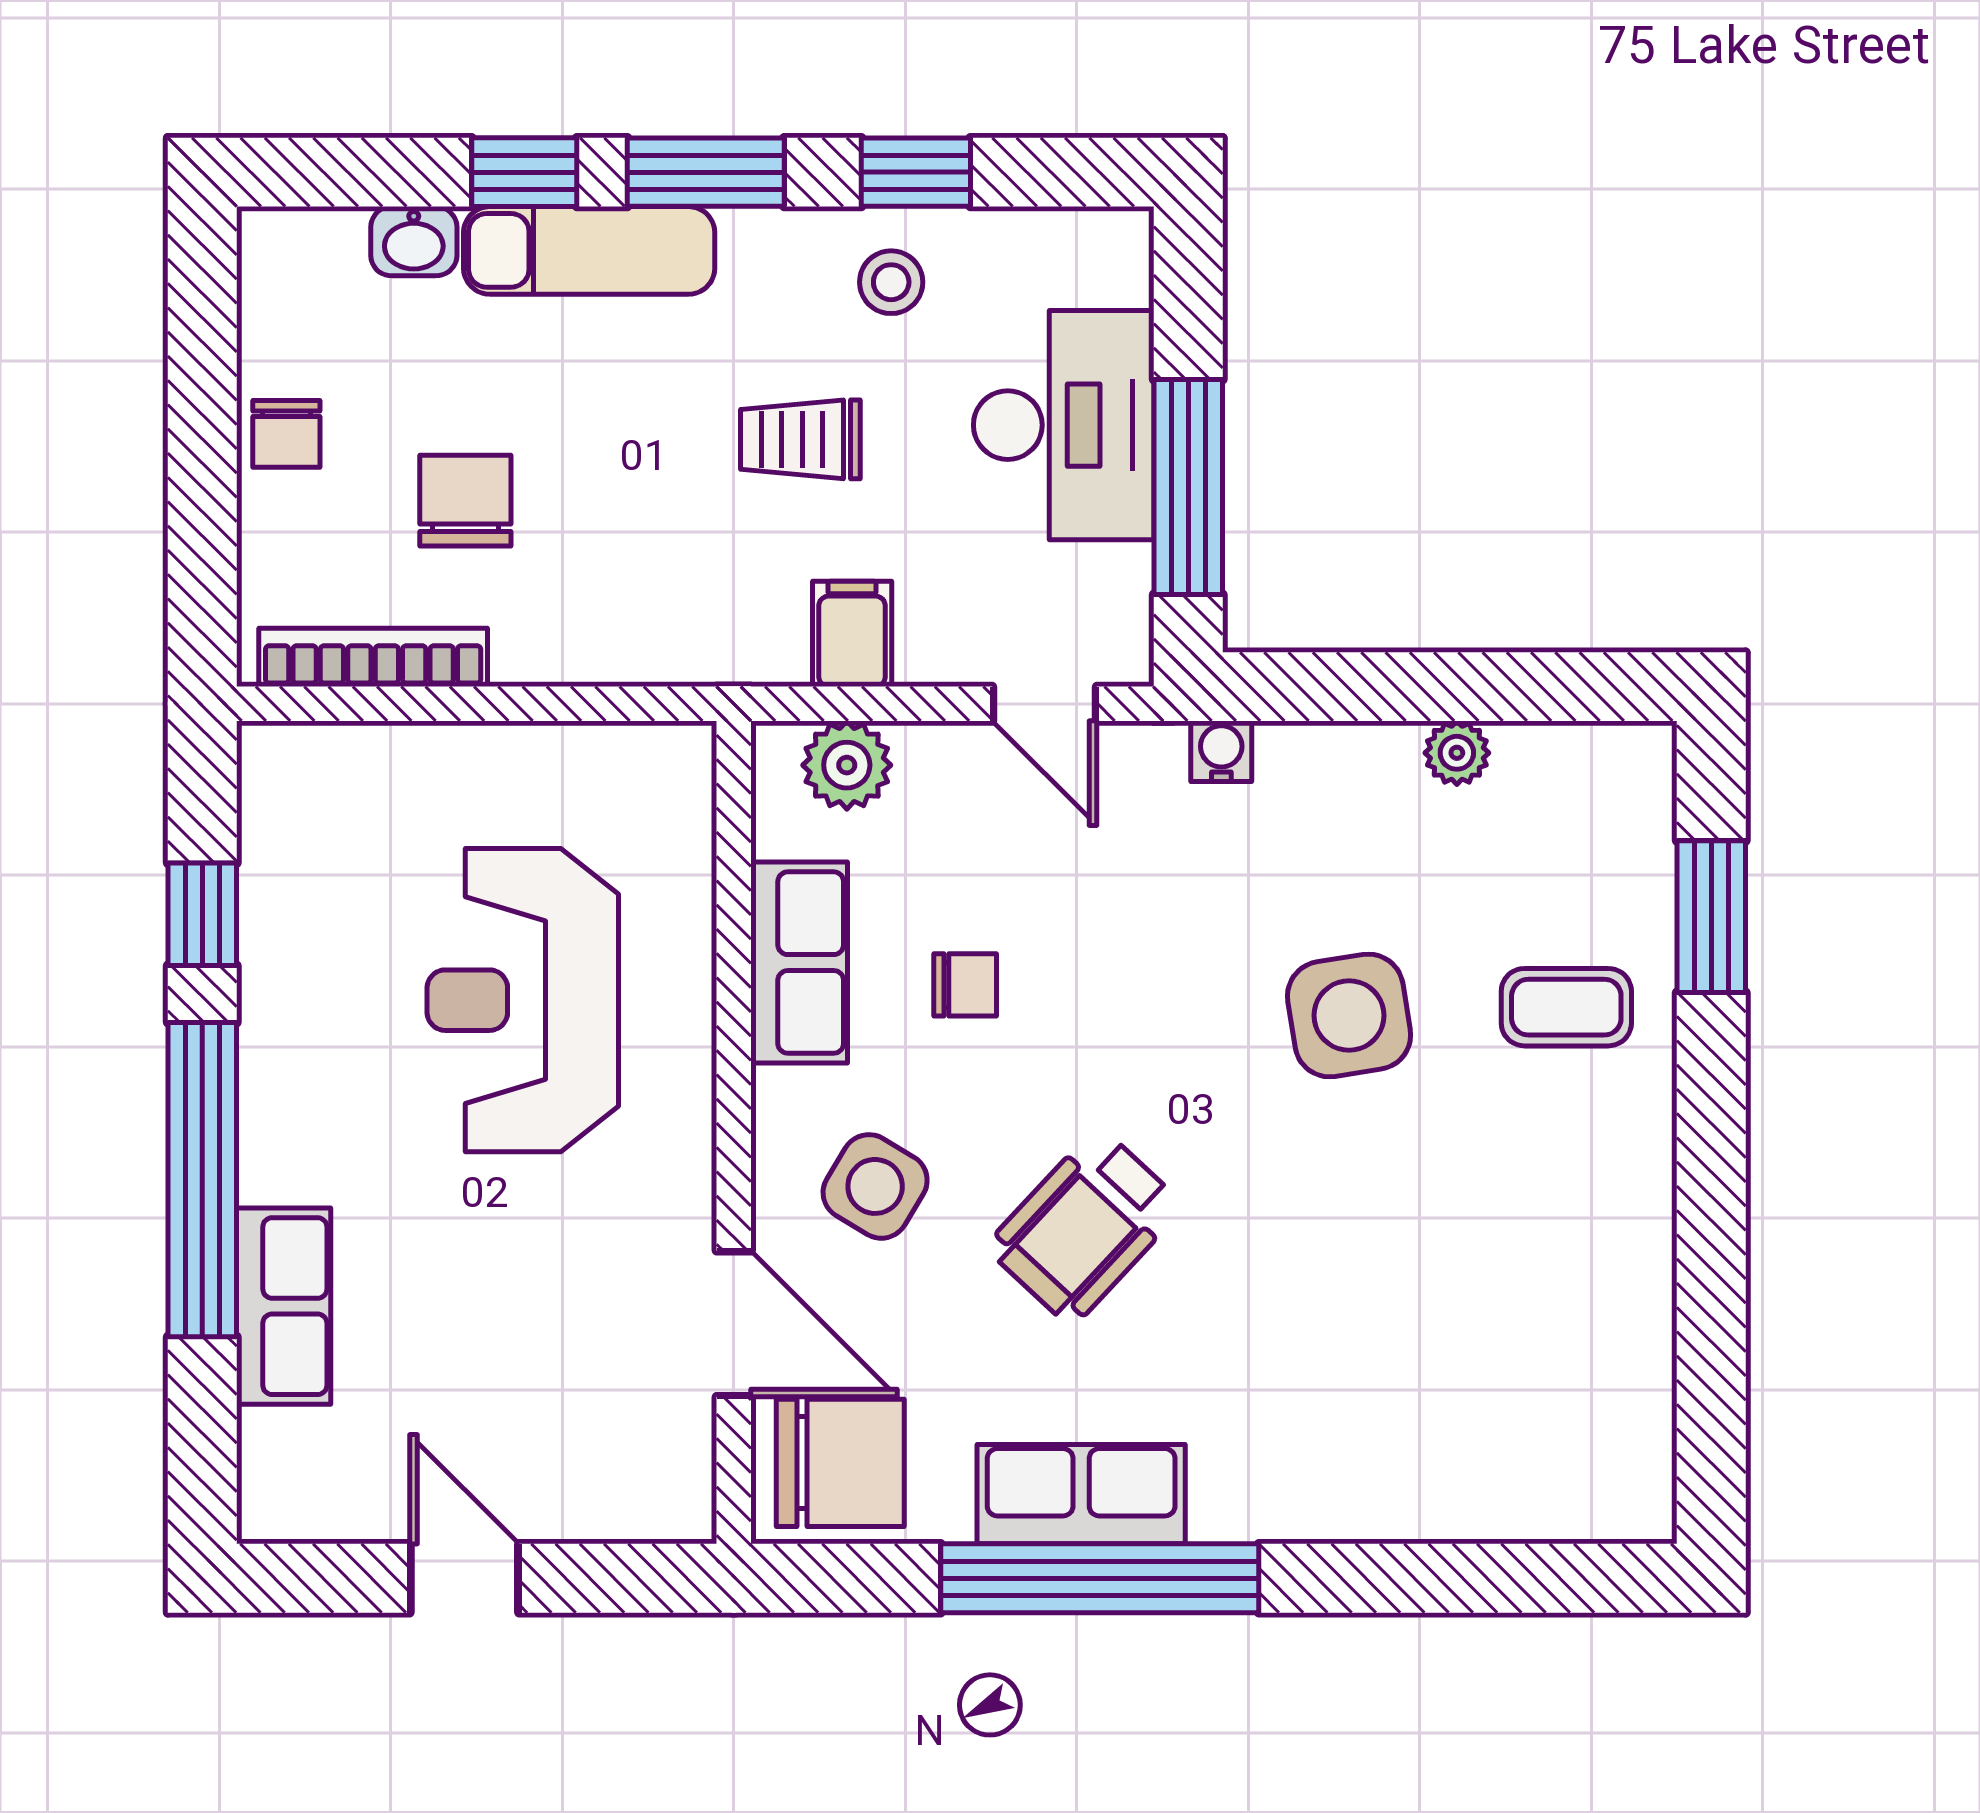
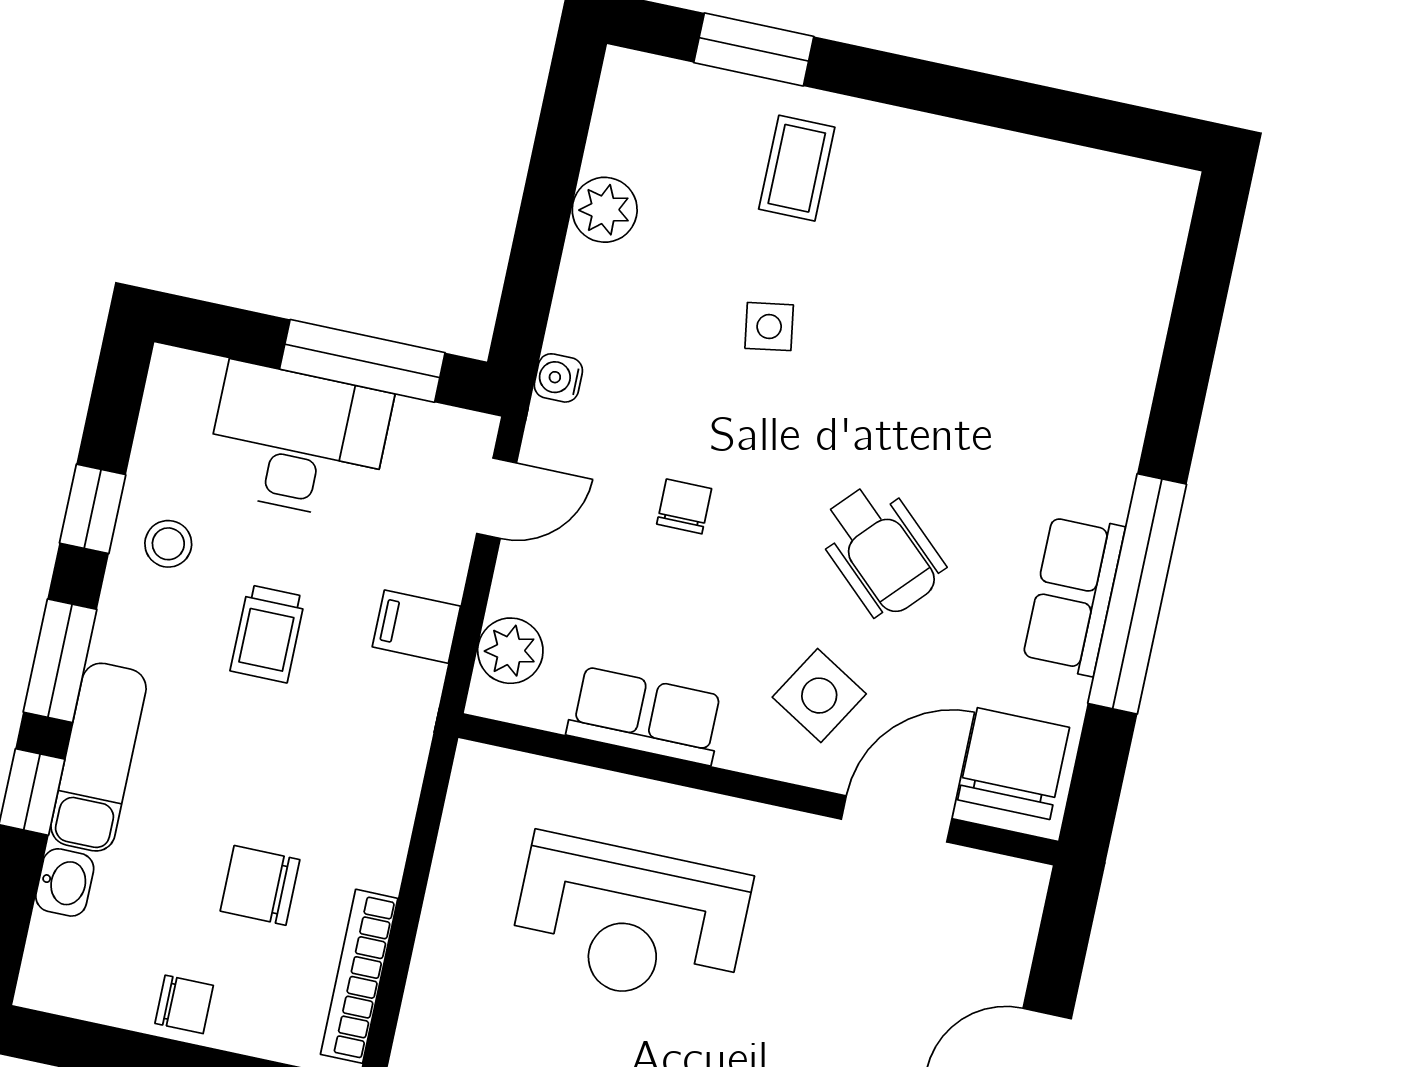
plant: (1457, 753) -> (605, 210), width x1.38, depth x1.38
chair: (965, 985) -> (684, 506), moved
side table: (1349, 1015) -> (769, 327), width x0.54, depth x0.54

